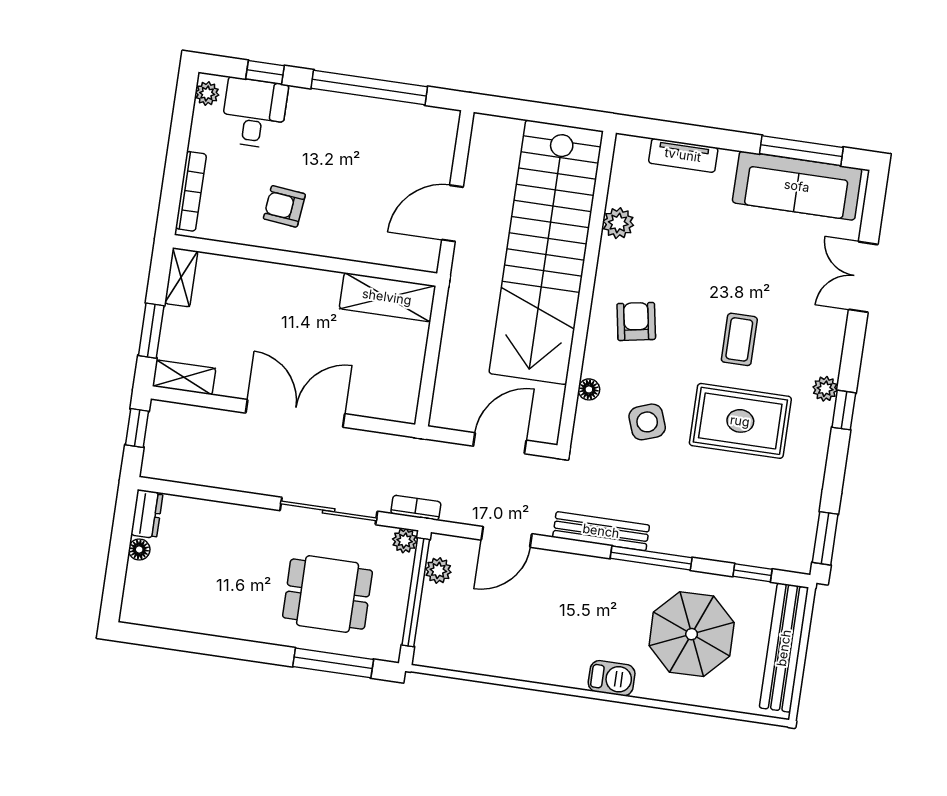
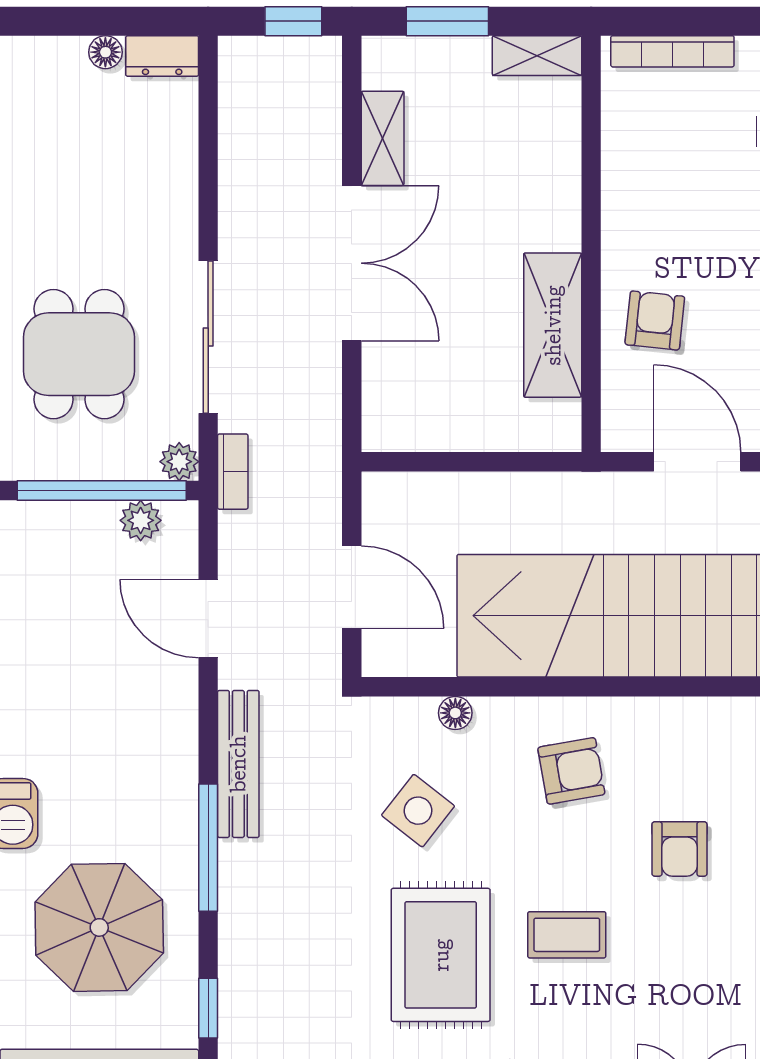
armchair: (284, 206) -> (655, 320), moved
plant: (618, 223) -> (720, 721), removed
armchair: (695, 260) -> (679, 849), added
shelving: (387, 297) -> (553, 325), moved
shelving: (184, 377) -> (383, 138), moved
side table: (647, 422) -> (418, 811), turned -32

